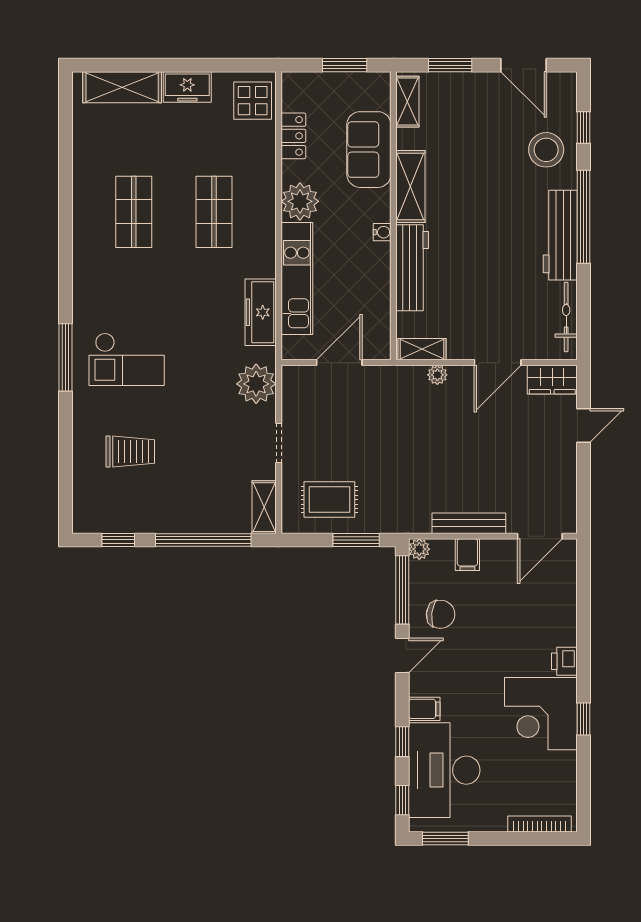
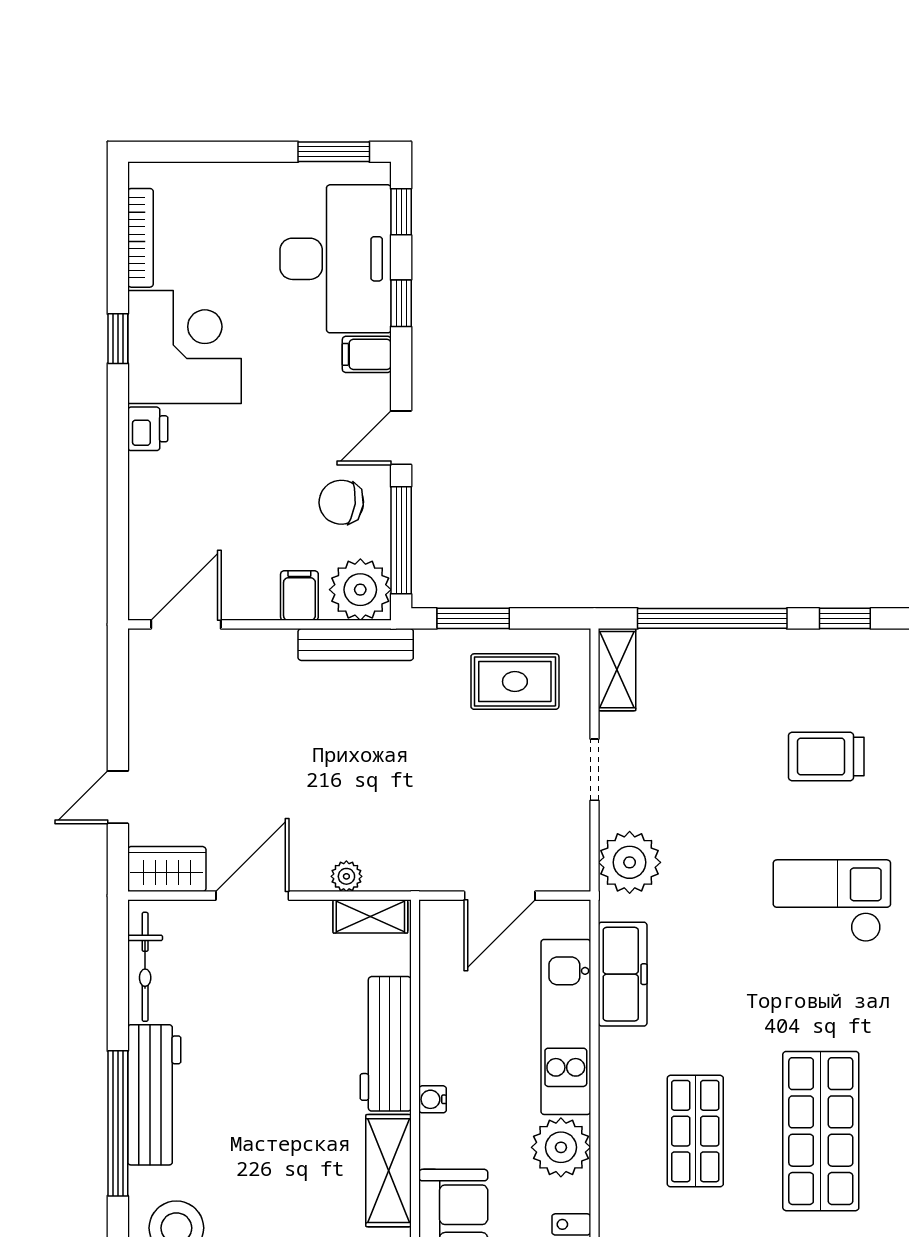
shop shelf: (134, 212) -> (821, 1131), width x1.43, depth x1.36
bench: (469, 523) -> (356, 645), moved
plant: (419, 549) -> (360, 590), width x1.87, depth x1.87
bookcase: (539, 824) -> (140, 238), moved, turned -90

